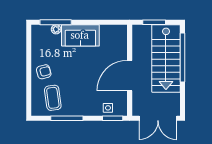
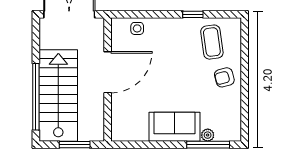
window: (67, 118) -> (193, 14), width x0.46
window: (113, 118) -> (131, 14), removed

